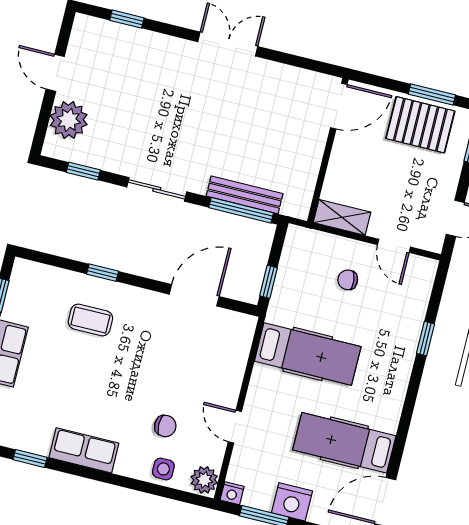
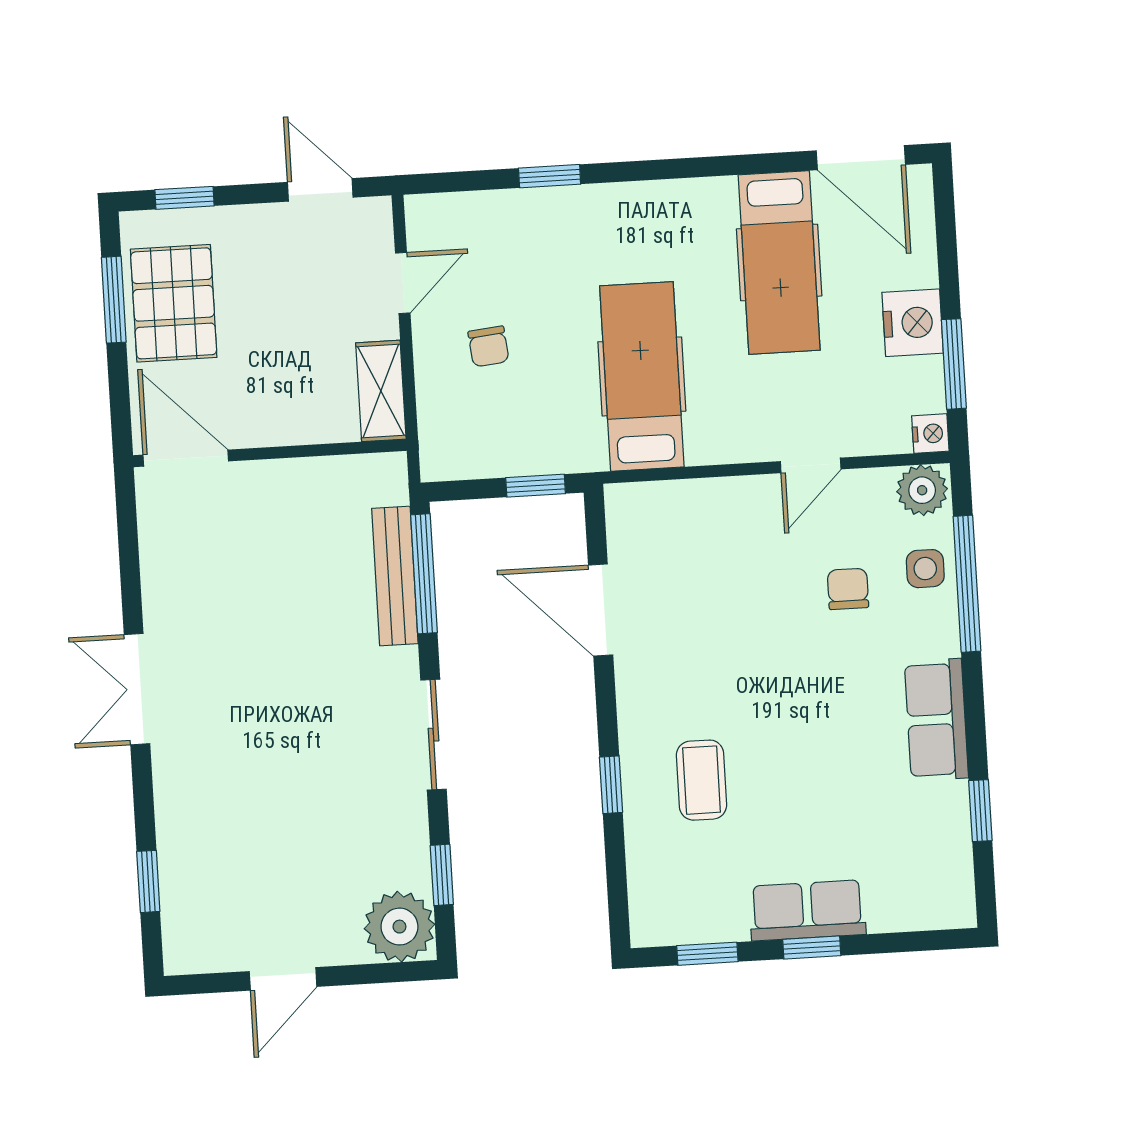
plant: (69, 120) -> (399, 927), moved
window: (149, 488) -> (967, 584), added

